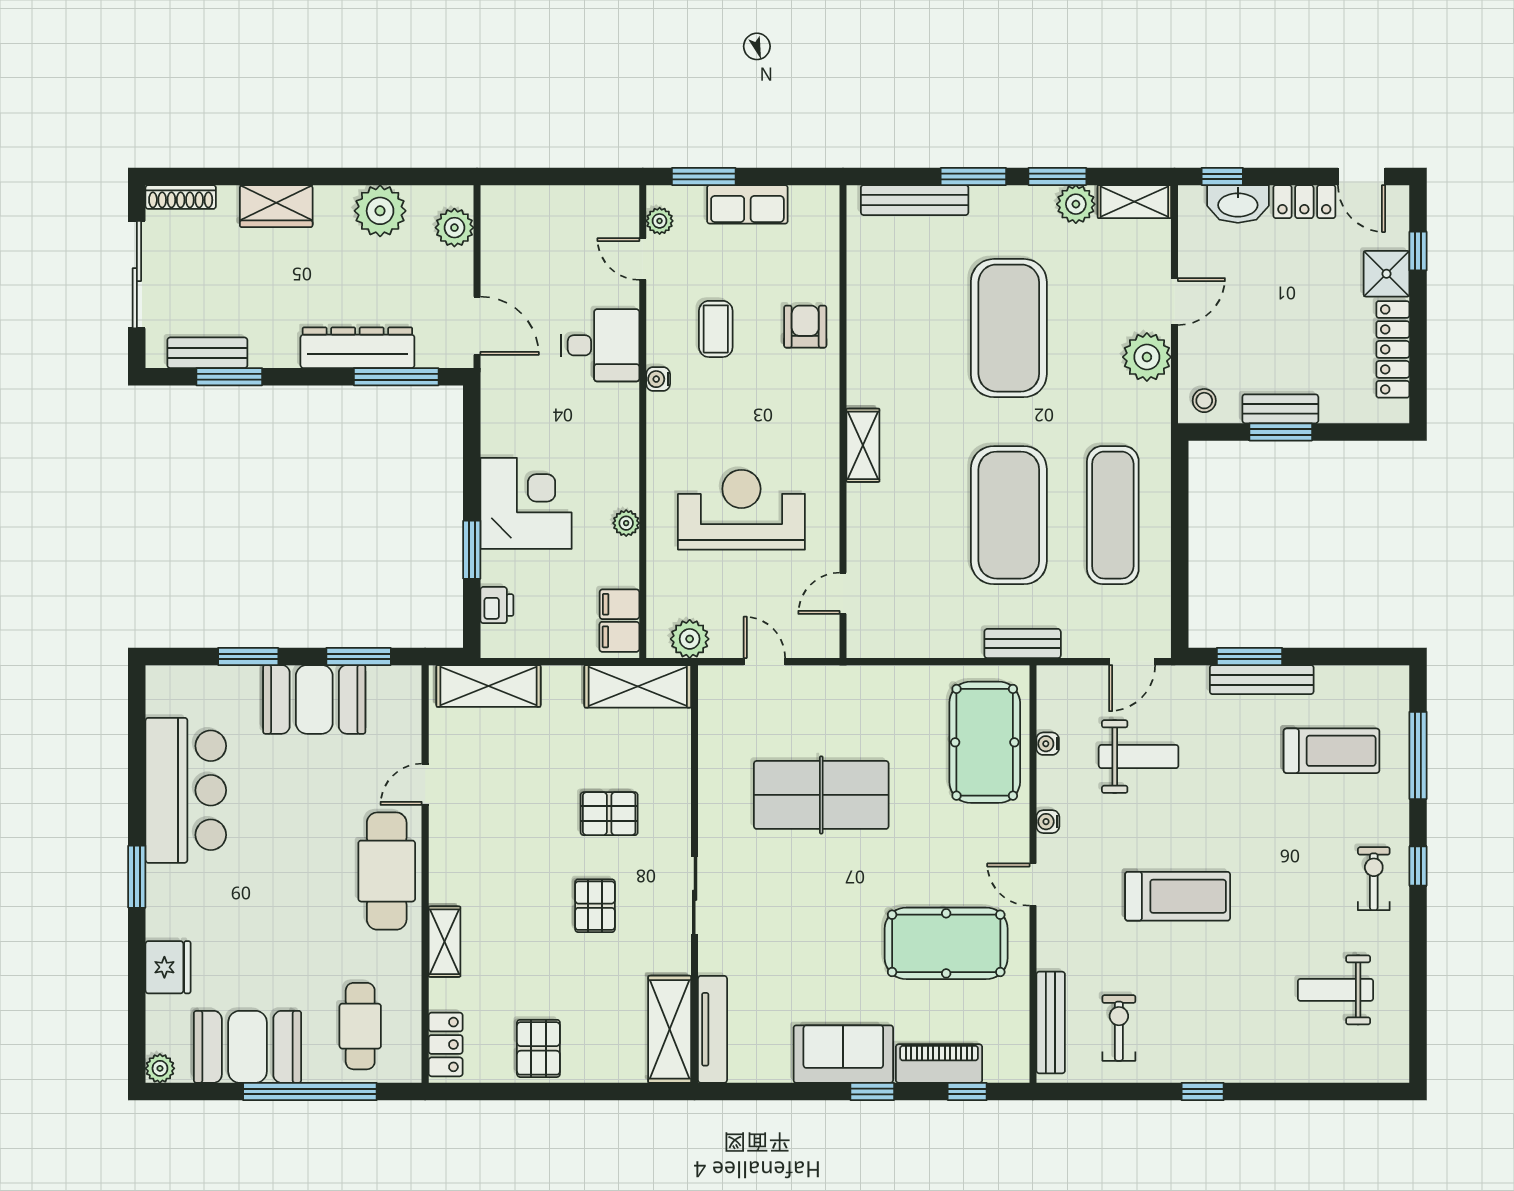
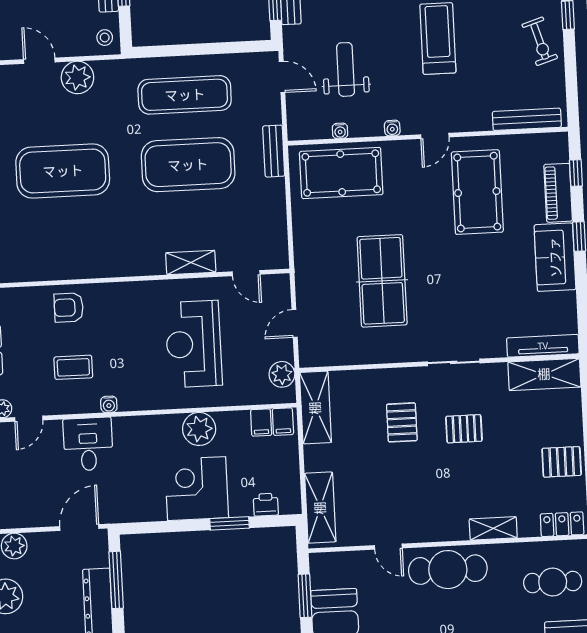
shelving: (863, 445) -> (191, 262), moved
plant: (626, 523) -> (199, 429), width x1.88, depth x1.88
exercise bike: (1119, 1028) -> (540, 41), moved, turned -107

